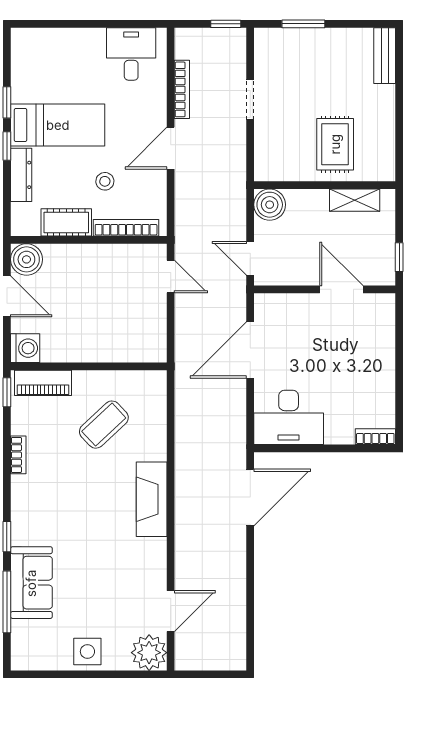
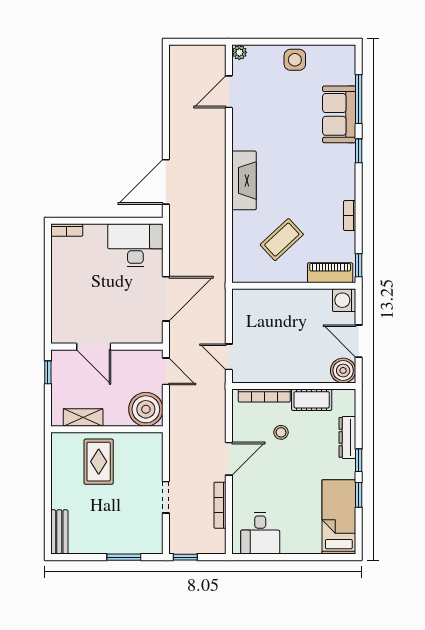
bed: (58, 125) -> (339, 517), moved, turned 90
boiler: (270, 205) -> (146, 409), width x1.37, depth x1.37
plant: (149, 653) -> (239, 52), width x0.53, depth x0.53

